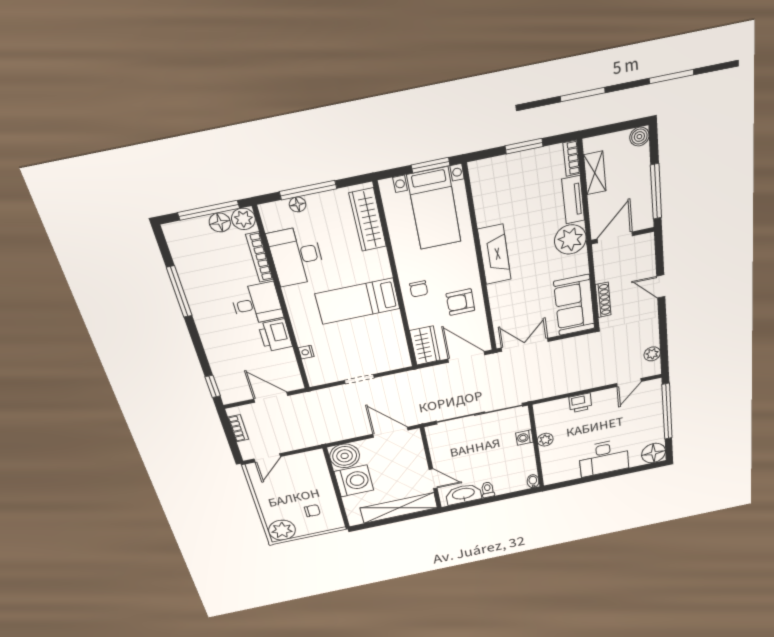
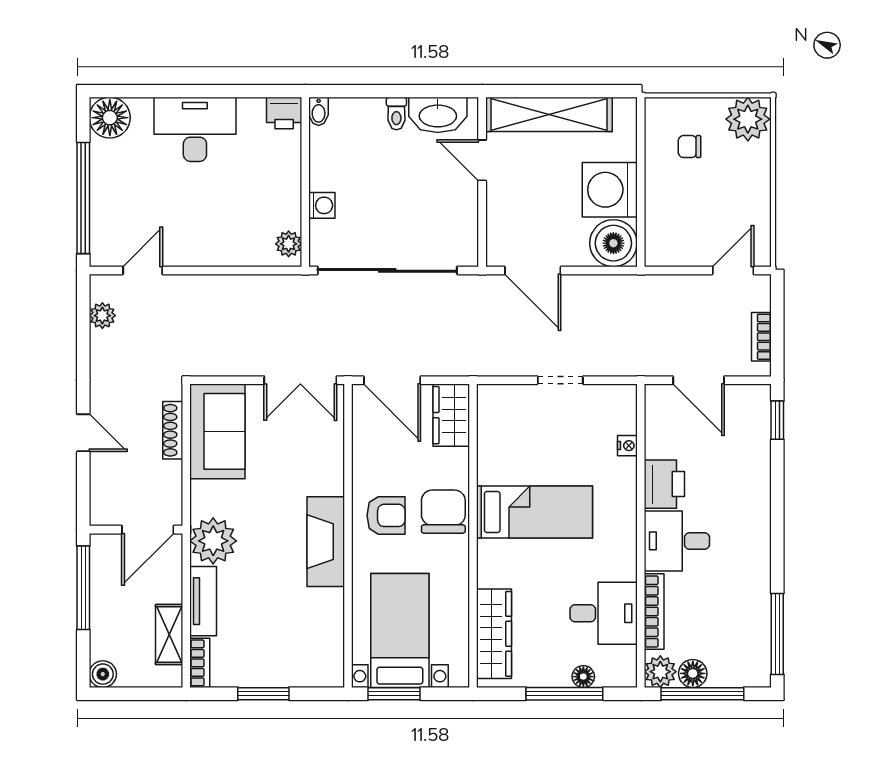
desk: (296, 256) -> (604, 613), width x0.73
chair: (419, 289) -> (443, 512), width x1.87, depth x1.87
window: (179, 292) -> (777, 634), moved
armchair: (460, 302) -> (386, 515), moved
printer: (580, 403) -> (284, 113), moved, turned 180
plant: (545, 440) -> (289, 244), moved

